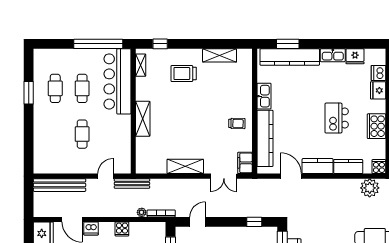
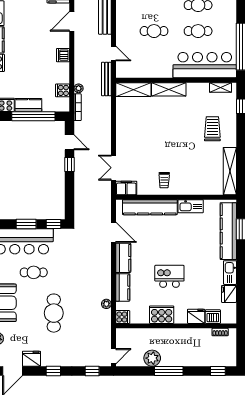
shelving: (220, 55) -> (230, 171), width x1.47
shelving: (185, 166) -> (133, 90), moved, turned 90
door: (291, 176) -> (113, 232), hinge flipped
plant: (370, 188) -> (106, 304), width x0.53, depth x0.53
window: (254, 222) -> (69, 165), moved
dishwasher: (91, 228) -> (63, 55), moved
cooker: (122, 229) -> (63, 90), moved

